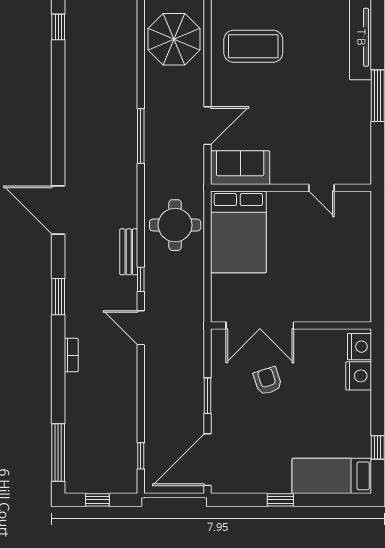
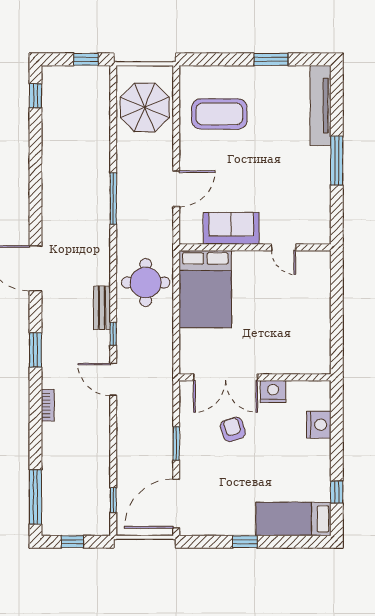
sofa: (240, 168) -> (231, 228), moved
nightstand: (360, 347) -> (273, 392), moved, turned -90

